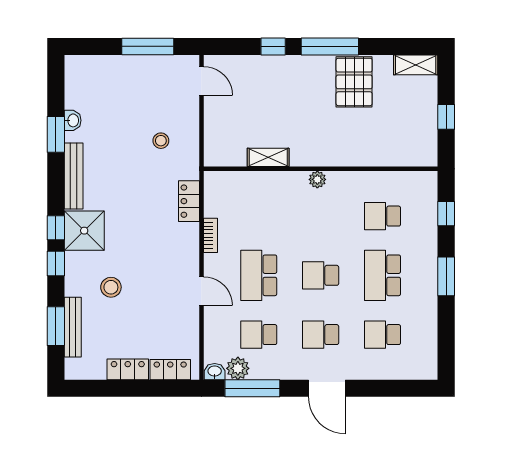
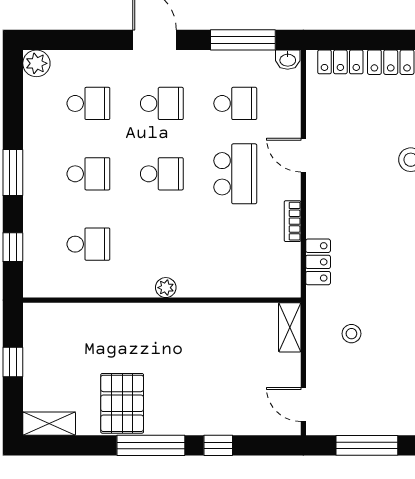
shelving: (268, 157) -> (290, 327), moved, turned 90
school desk: (383, 275) -> (88, 174), width x0.54
plant: (238, 368) -> (36, 63), moved

